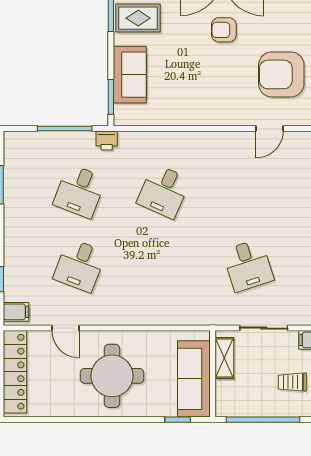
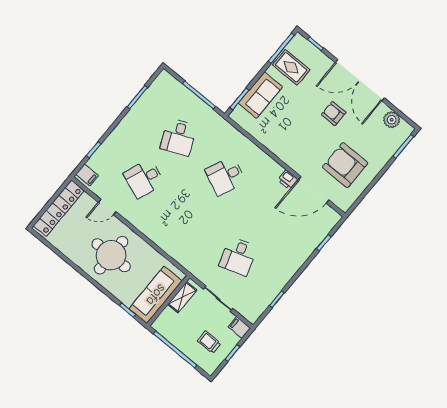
door: (270, 128) -> (314, 190), width x1.88
printer: (107, 140) -> (288, 180), moved
desk: (80, 191) -> (178, 137), turned -45
door: (65, 328) -> (107, 207), hinge flipped

